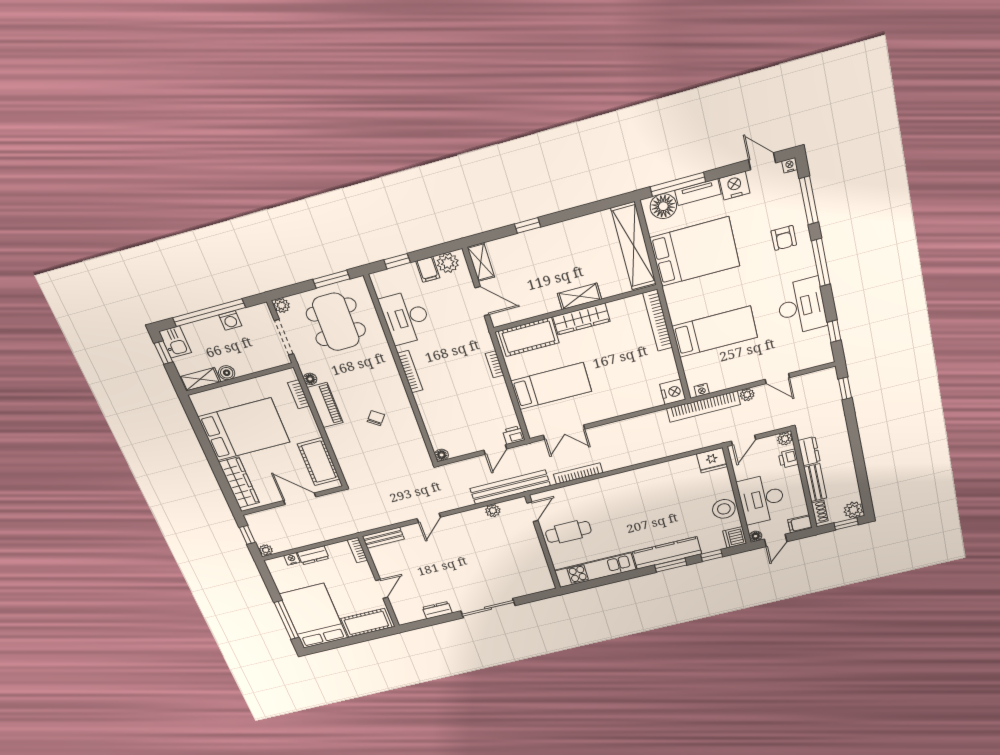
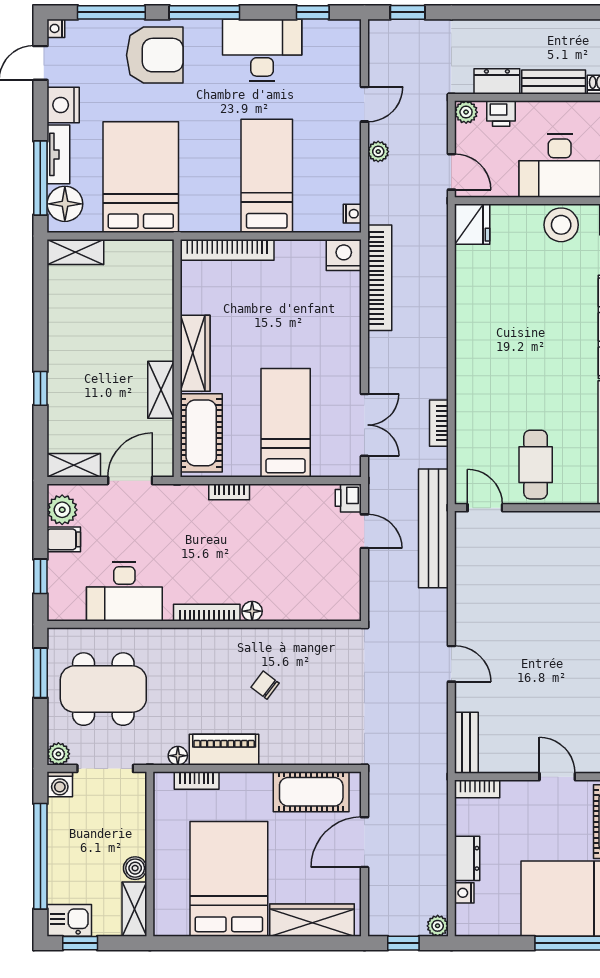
armchair: (784, 238) -> (155, 55), width x1.88, depth x1.88
shelving: (634, 246) -> (75, 252), width x0.45, depth x0.75
shelving: (580, 296) -> (161, 390), moved
washing machine: (230, 320) -> (60, 784), moved, turned 90
bookcase: (704, 407) -> (380, 278), moved
floor lamp: (442, 455) -> (252, 611), moved
bookcase: (578, 474) -> (439, 423), width x0.64
plant: (493, 511) -> (466, 566), removed

